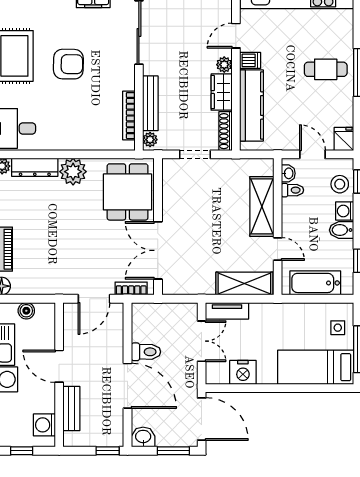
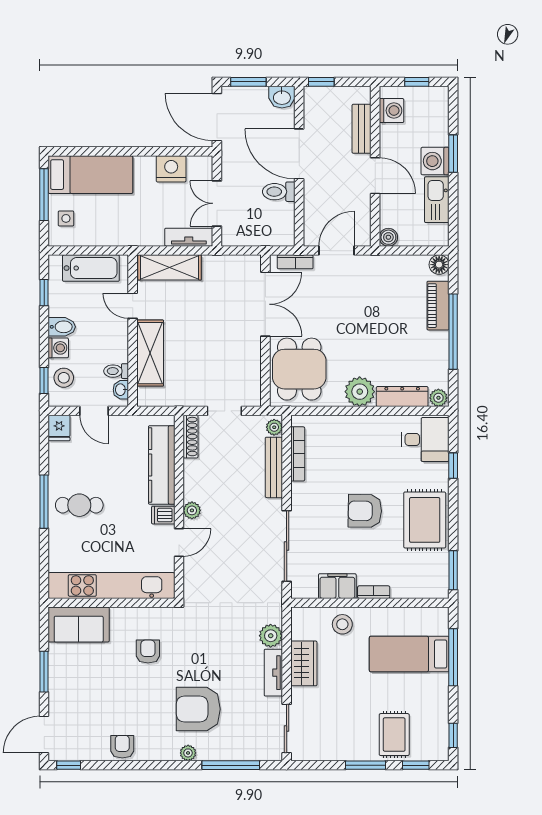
wardrobe: (222, 92) -> (195, 480), removed
boiler: (26, 311) -> (388, 237), moved

